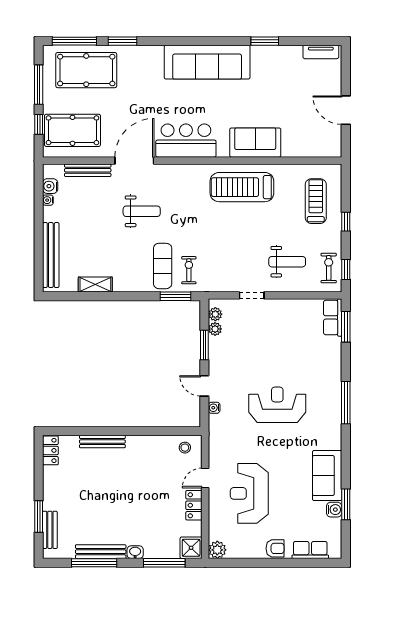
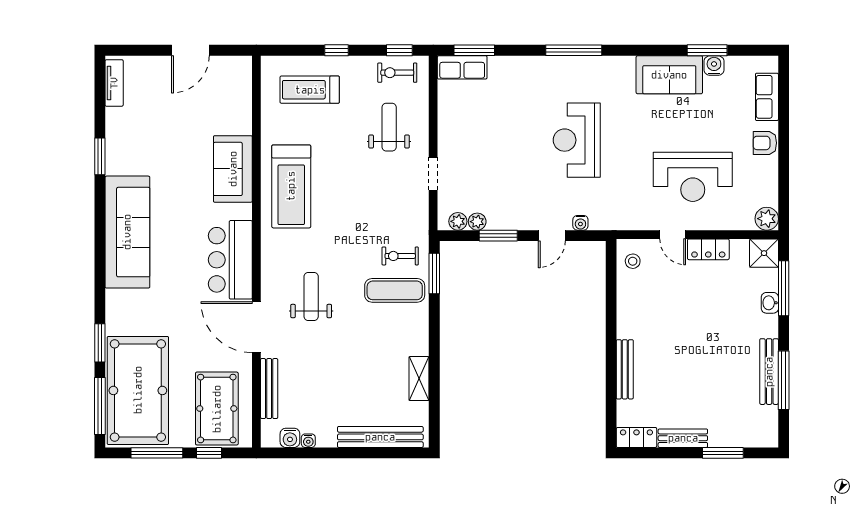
pool table: (86, 70) -> (138, 390), width x1.36, depth x1.32
weight bench: (142, 211) -> (311, 296), moved
bench: (50, 530) -> (683, 438), moved
armchair: (275, 548) -> (765, 143), turned -90
washbasin: (135, 552) -> (770, 303), moved

